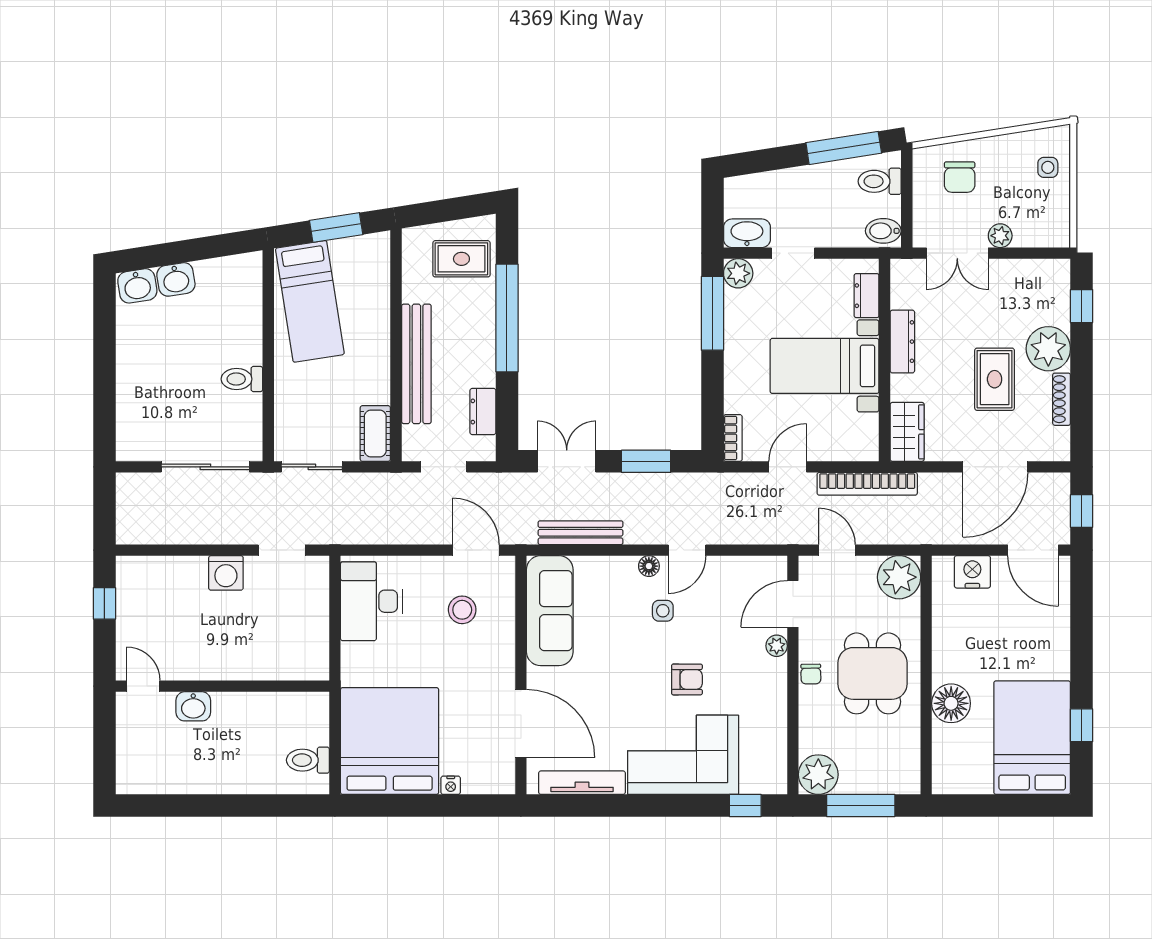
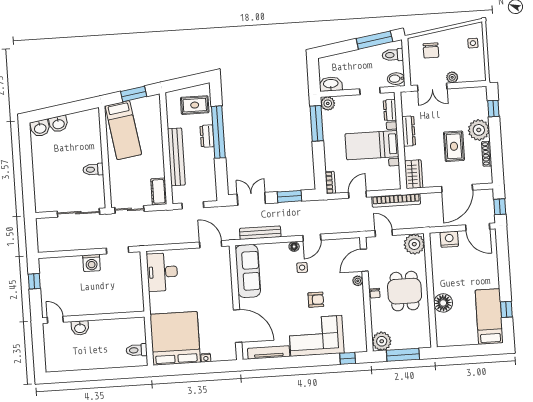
doorway: (793, 253) -> (370, 91), moved
dresser: (483, 411) -> (207, 136), moved
stool: (462, 610) -> (206, 273), removed
bed: (1032, 738) -> (489, 316), width x0.67

